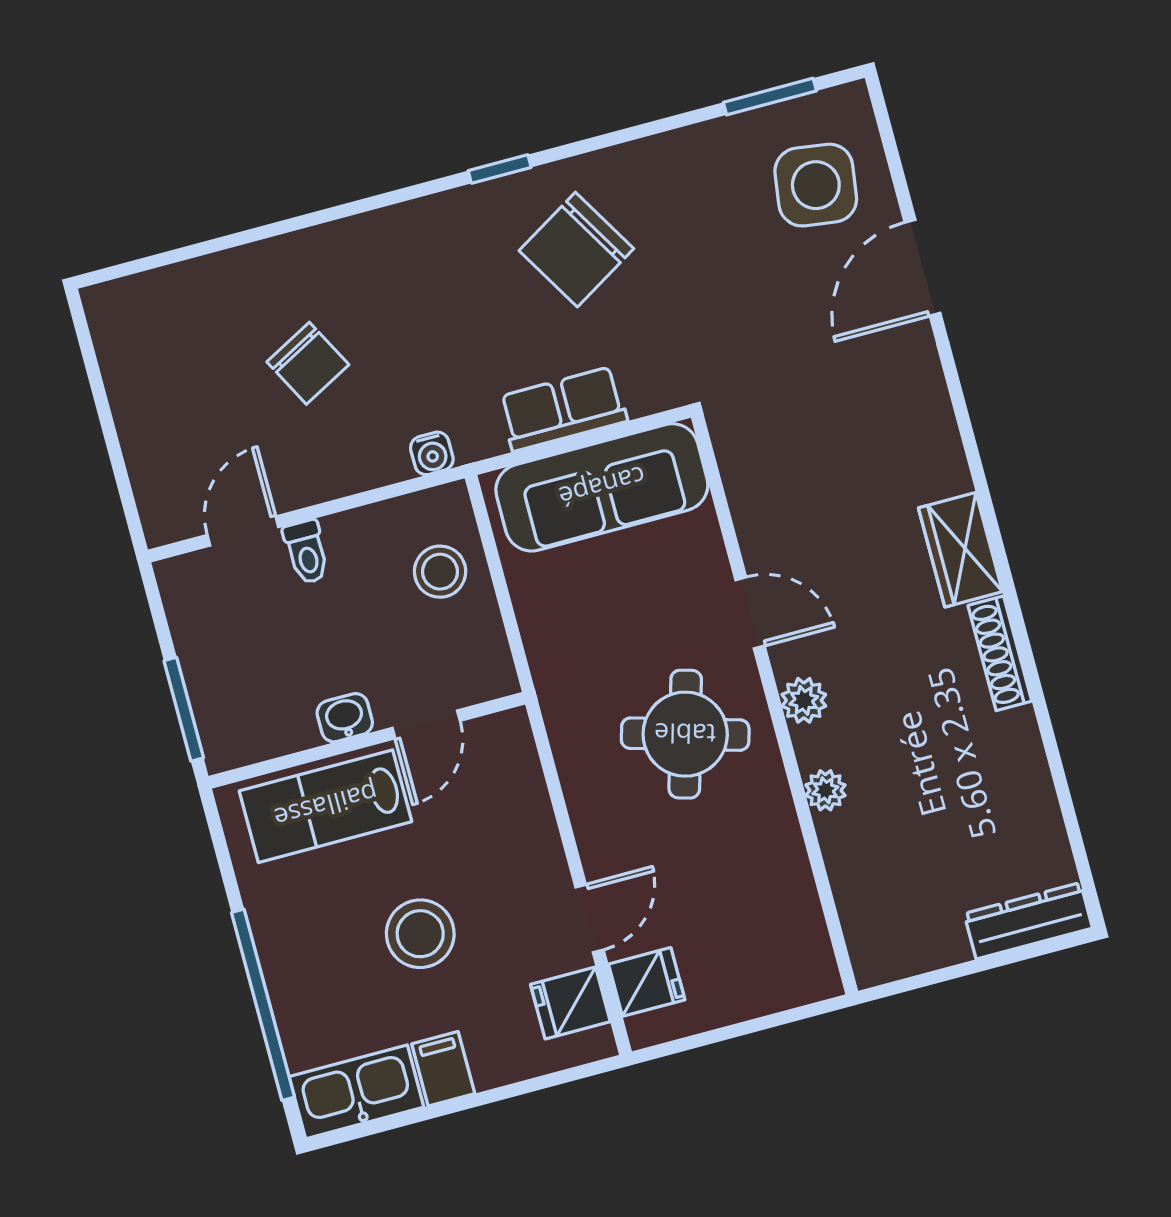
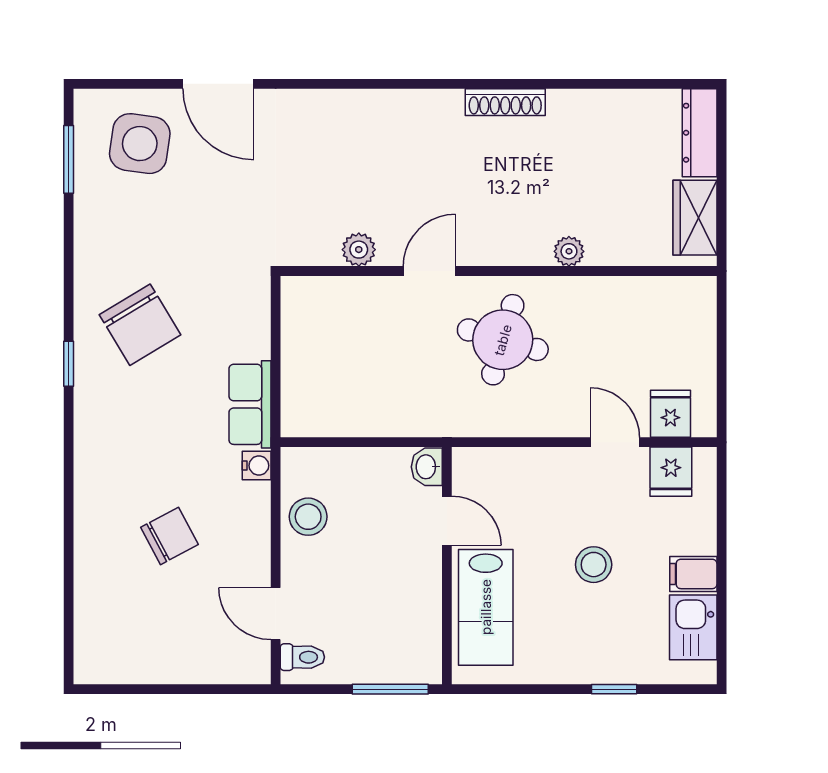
row of seats: (563, 409) -> (250, 404), moved
sofa: (602, 487) -> (313, 352), removed
wardrobe: (960, 550) -> (695, 218), moved, turned 90
toilet: (306, 552) -> (302, 657), moved
stool: (440, 572) -> (308, 517), moved
plant: (804, 700) -> (359, 250), moved
washbasin: (345, 718) -> (427, 467), moved
stool: (420, 934) -> (594, 565), width x0.73, depth x0.73
window: (263, 1005) -> (614, 689), width x0.32
kitchen sink: (356, 1092) -> (693, 627), width x0.73

